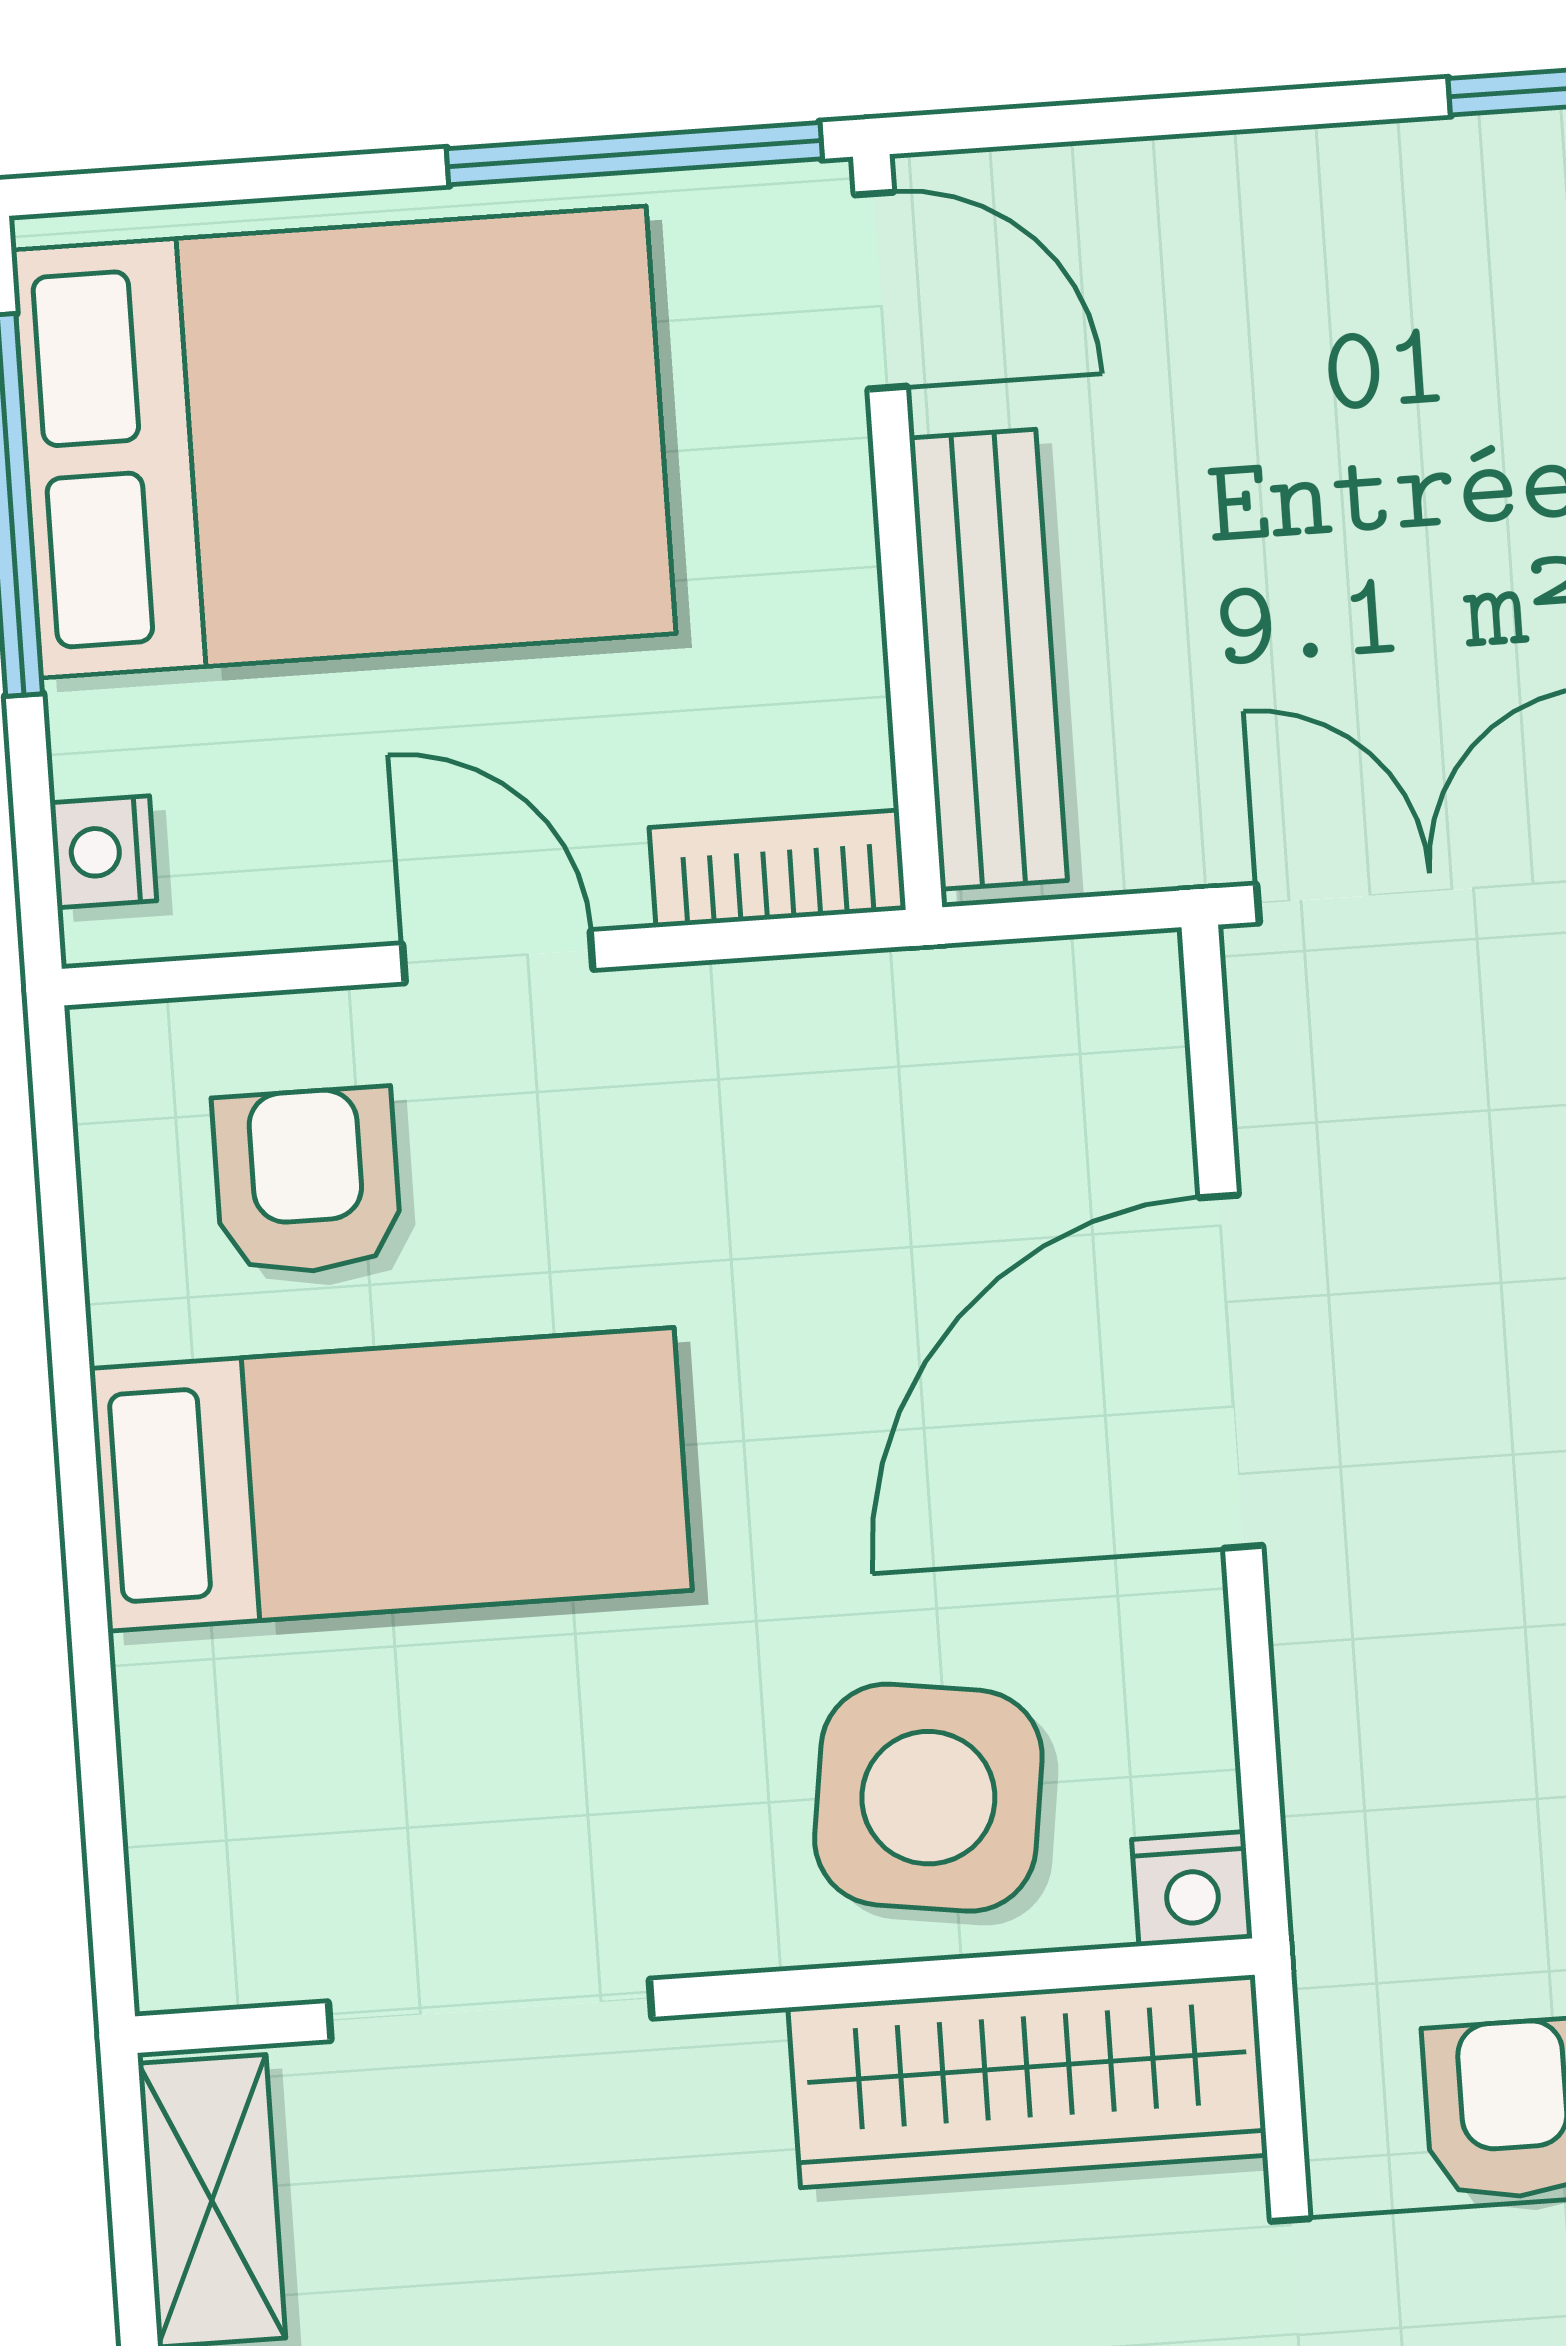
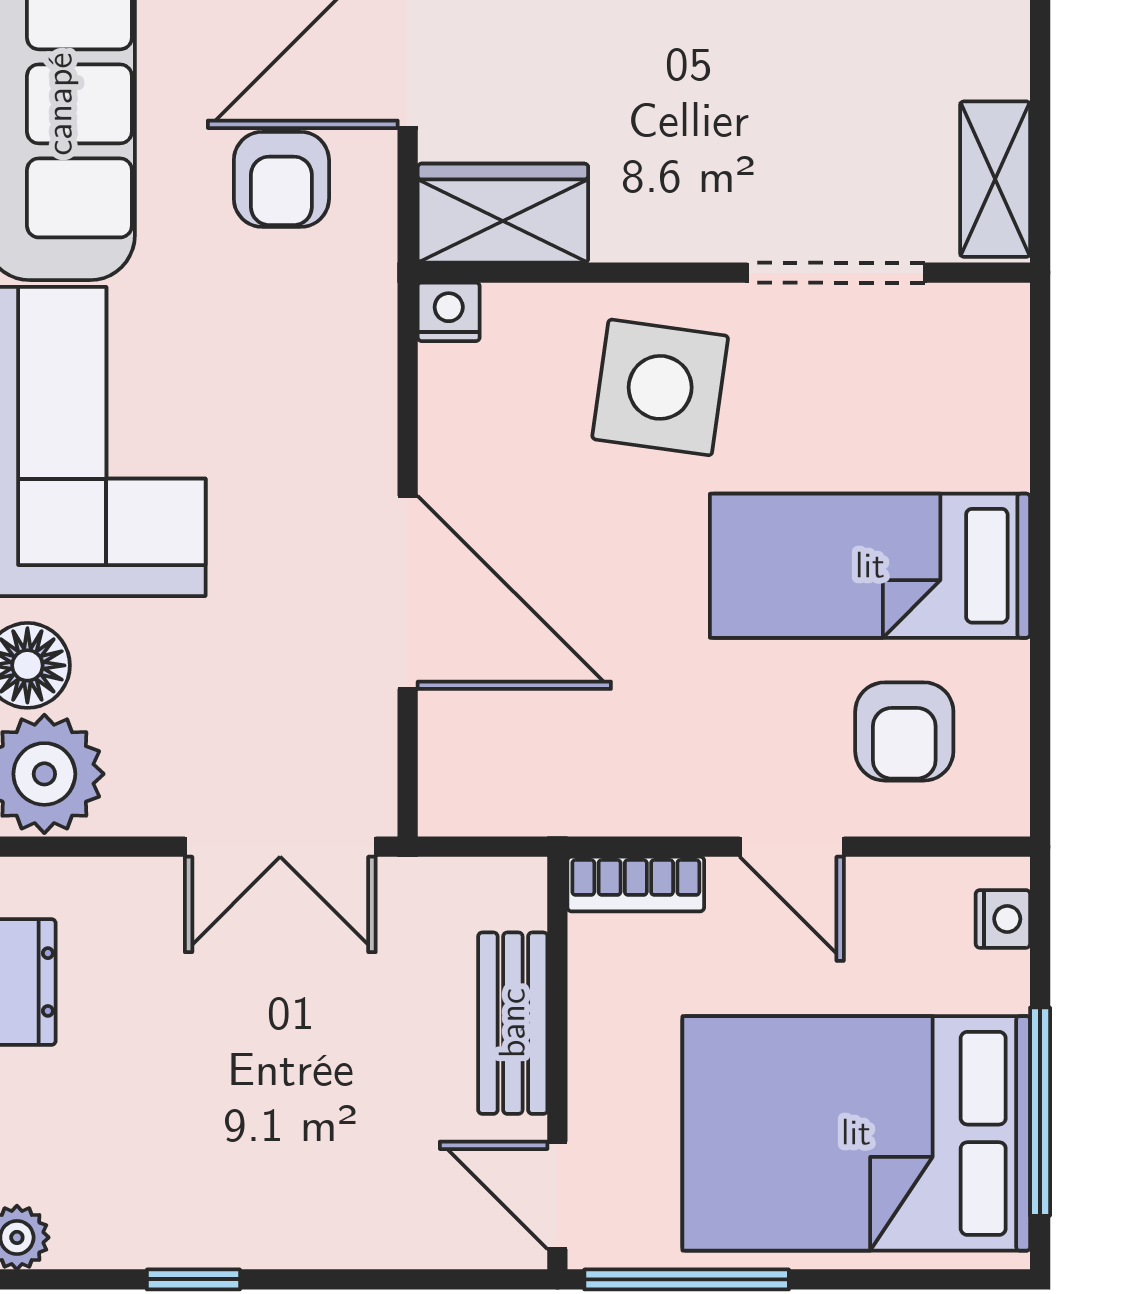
bench: (988, 659) -> (513, 1023), width x0.73
door: (1231, 1372) -> (408, 592), hinge flipped
side table: (928, 1798) -> (660, 387), moved
wardrobe: (1028, 2081) -> (503, 213), width x0.67

